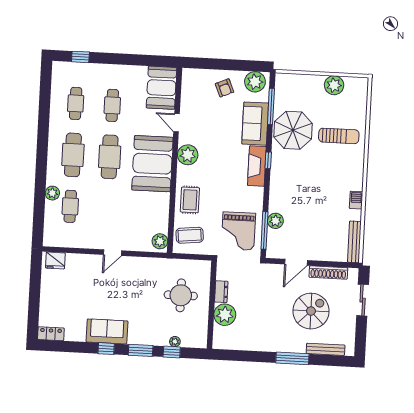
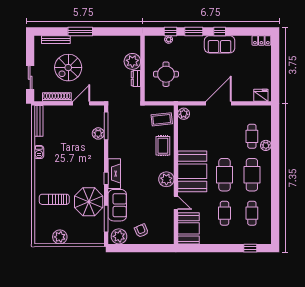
grand piano: (238, 231) -> (125, 124), removed
door: (112, 253) -> (219, 103), width x1.87

